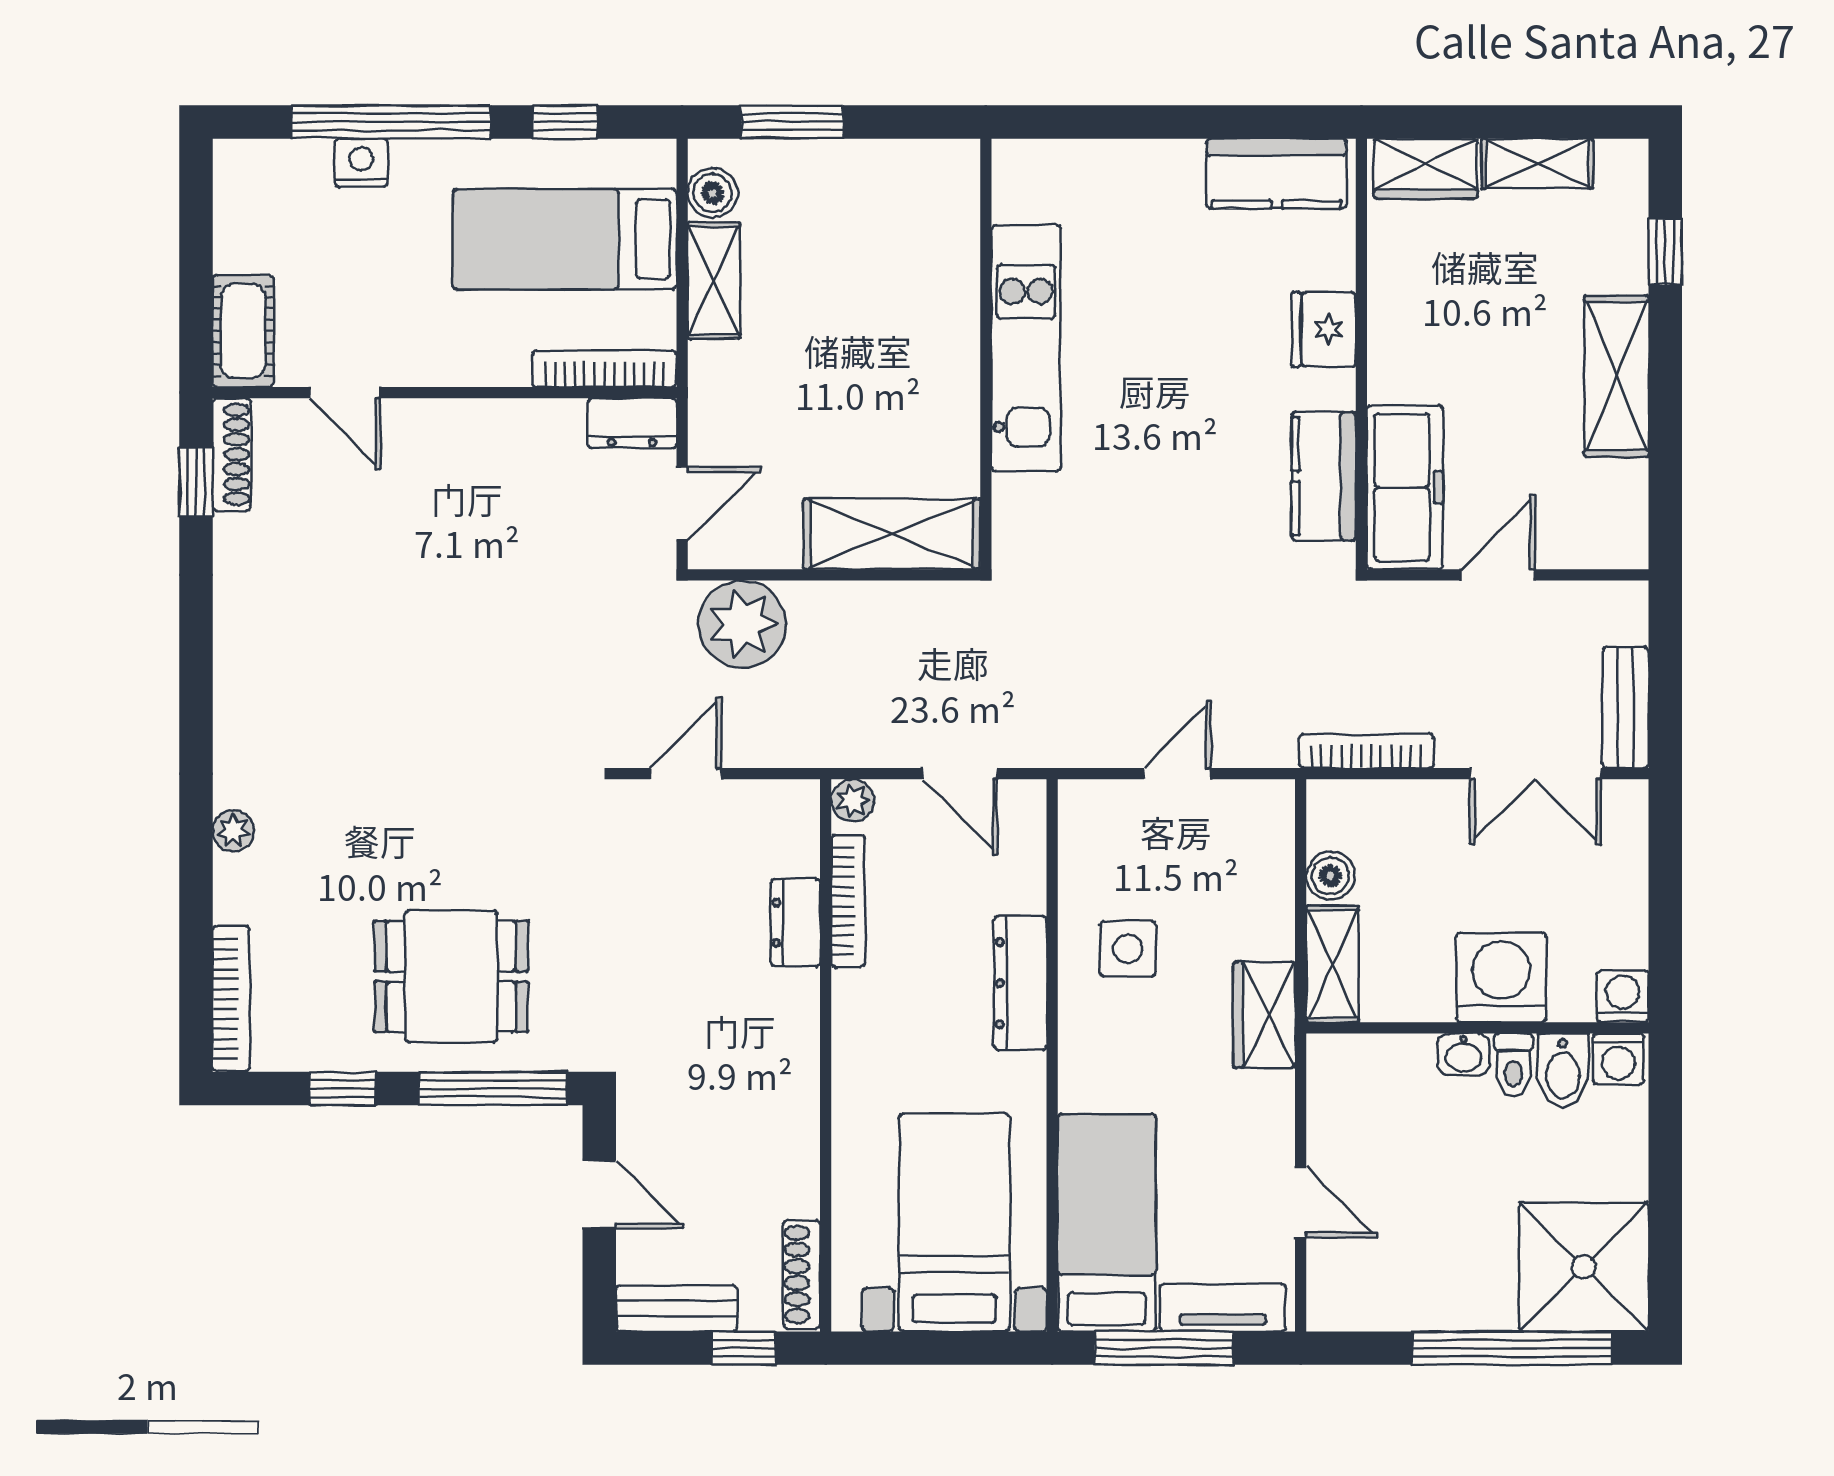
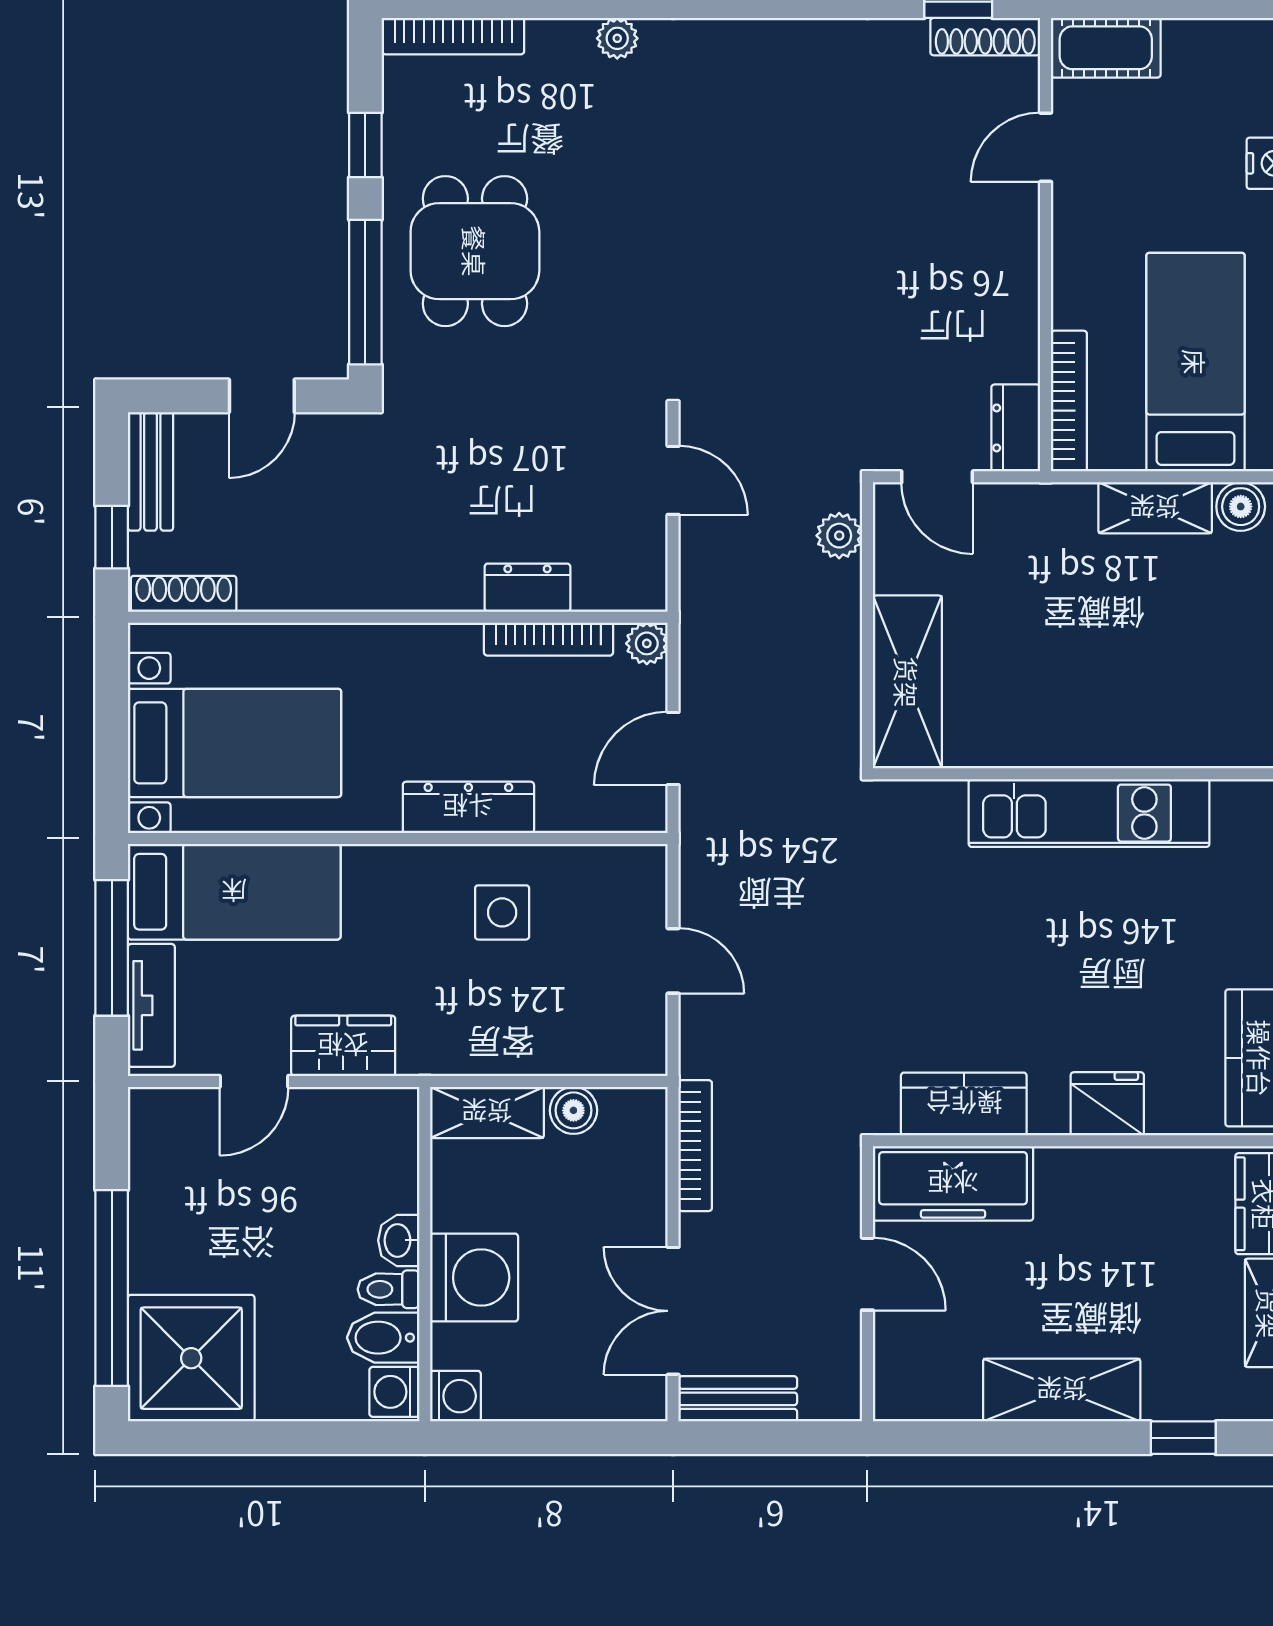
plant: (742, 624) -> (839, 536), width x0.53, depth x0.53
wardrobe: (1264, 1015) -> (343, 1046), moved

